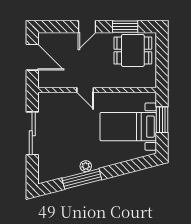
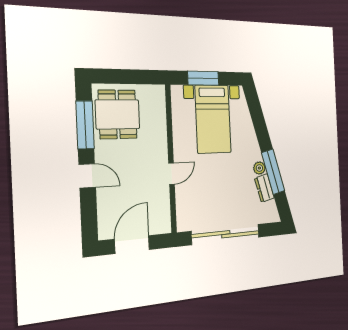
window: (125, 27) -> (85, 125), width x1.44
sliding door: (32, 133) -> (226, 234), width x1.36
dresser: (68, 170) -> (264, 188), added

